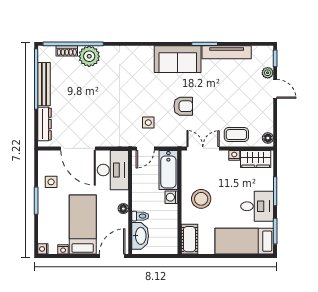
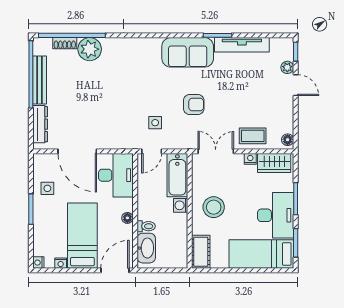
desk: (257, 206) -> (276, 215), width x1.37

